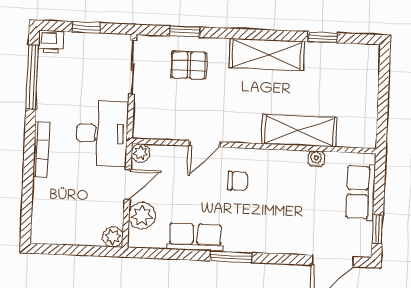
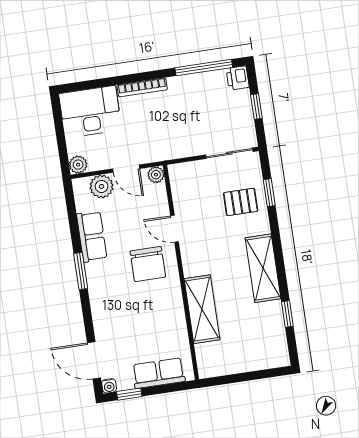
pallet: (189, 65) -> (241, 202), turned 90
desk: (102, 133) -> (90, 112), moved, turned 180
water cooler: (316, 159) -> (109, 386), moved, turned 90
chair: (238, 181) -> (148, 264), width x1.87, depth x1.87

